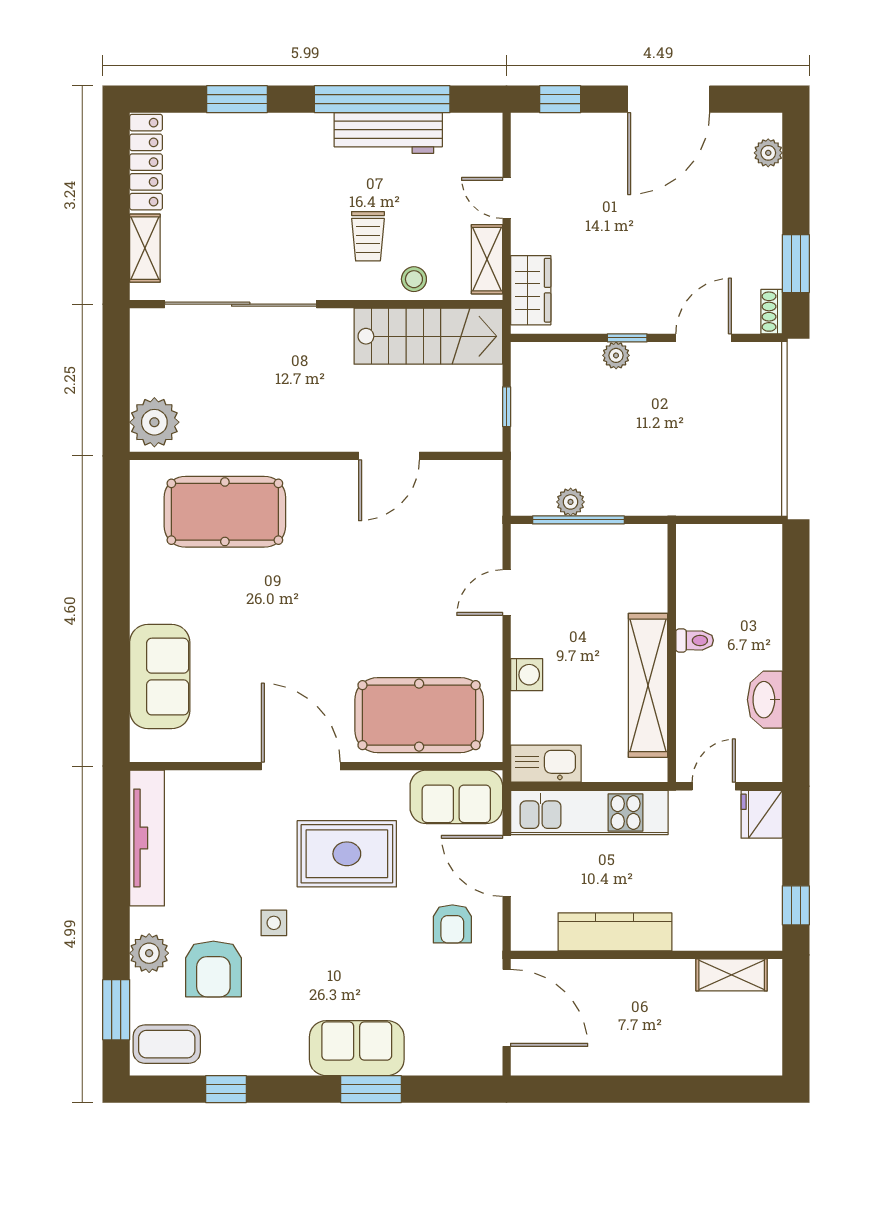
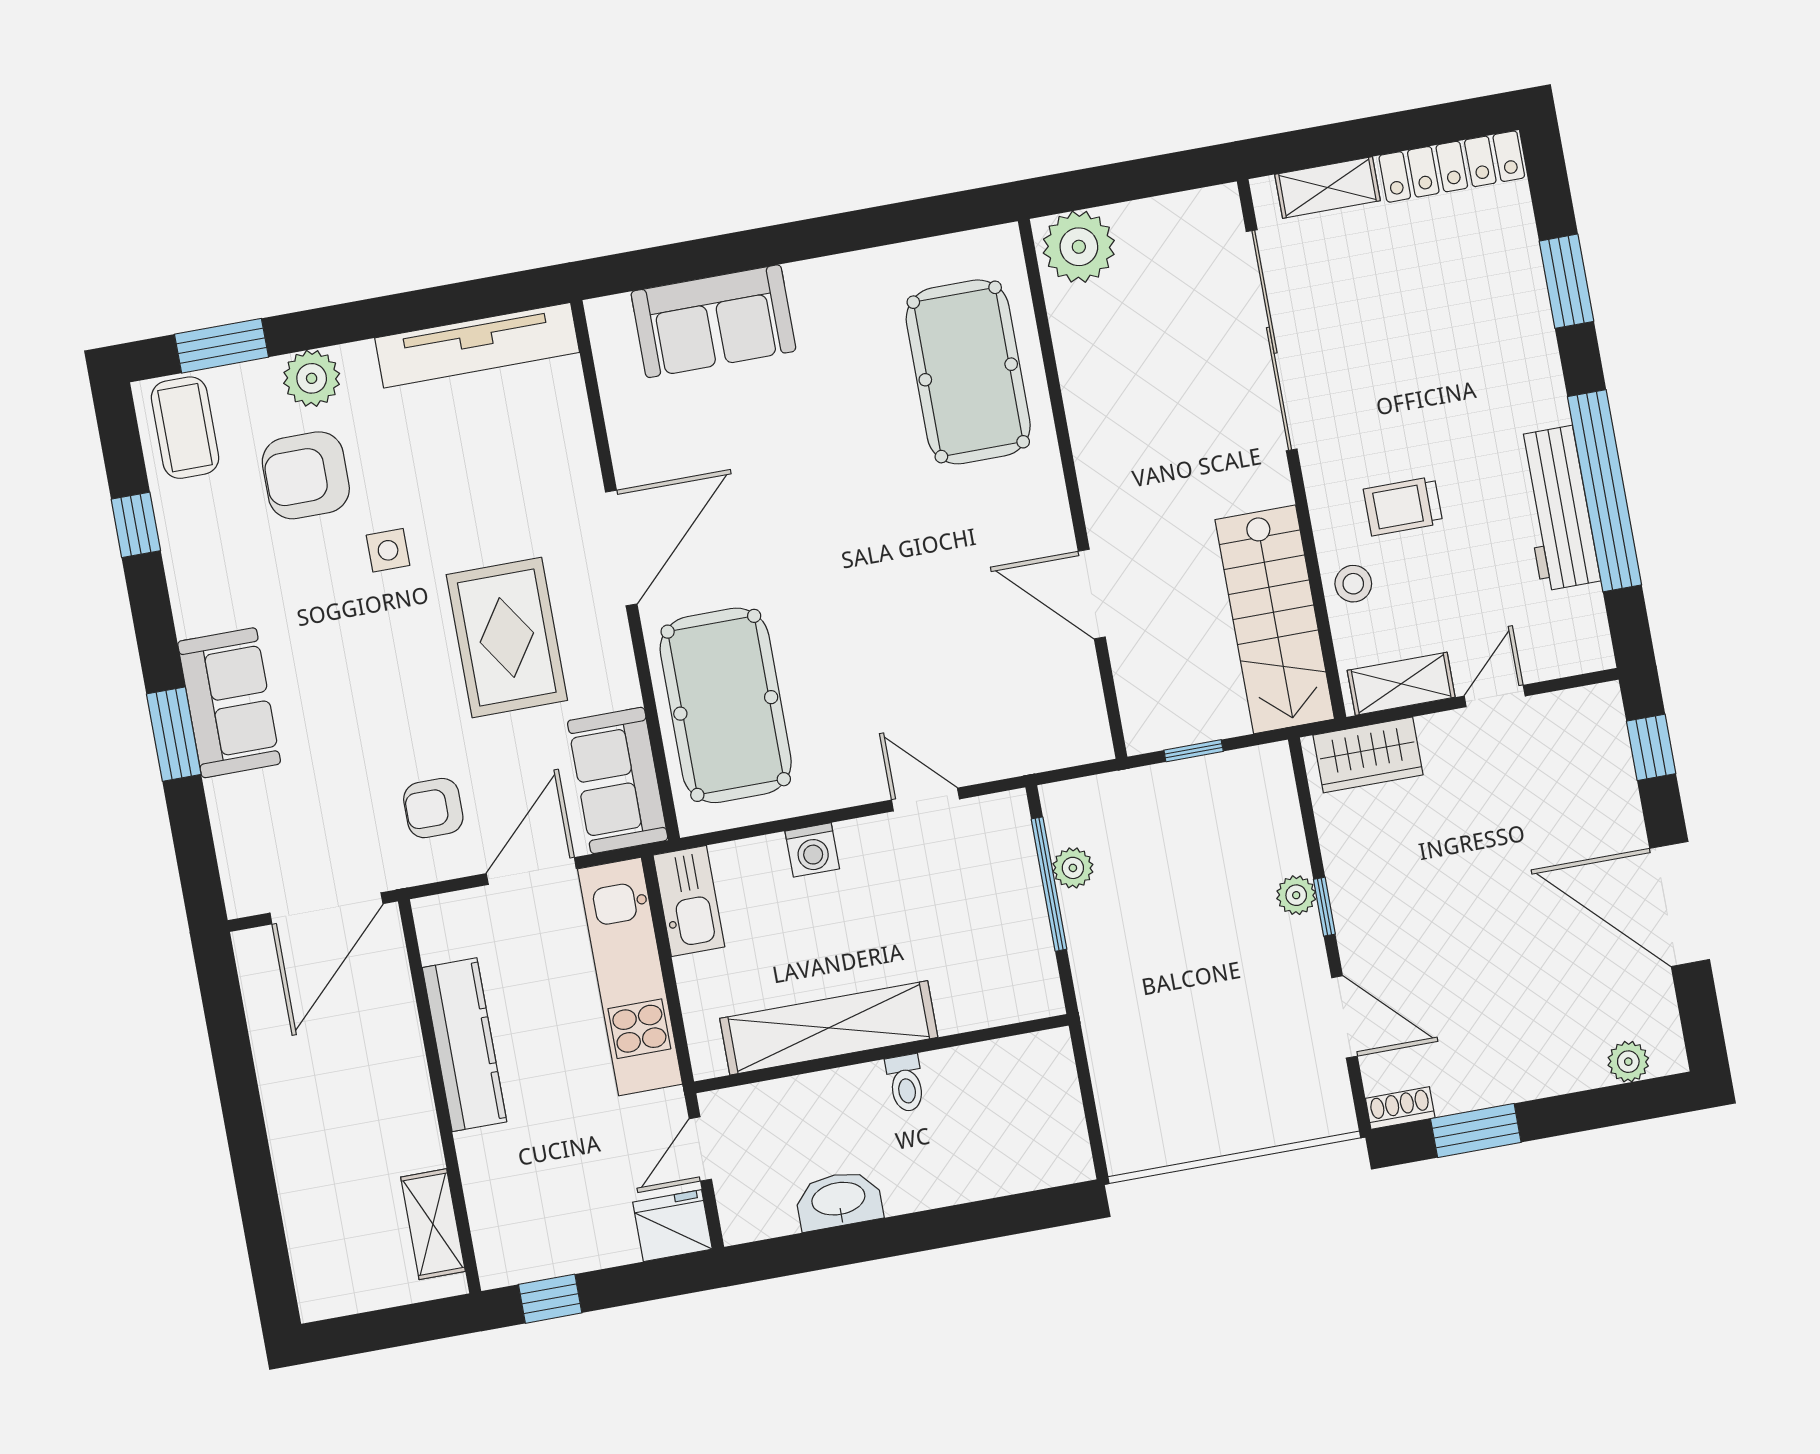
door: (714, 786) -> (700, 1149), swing flipped

